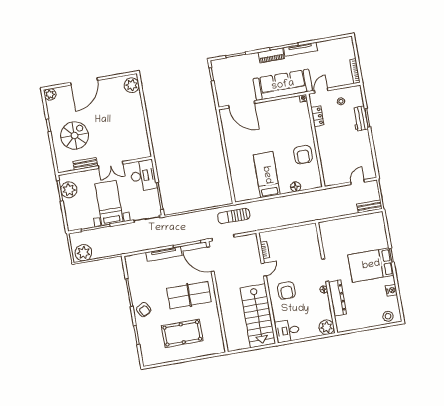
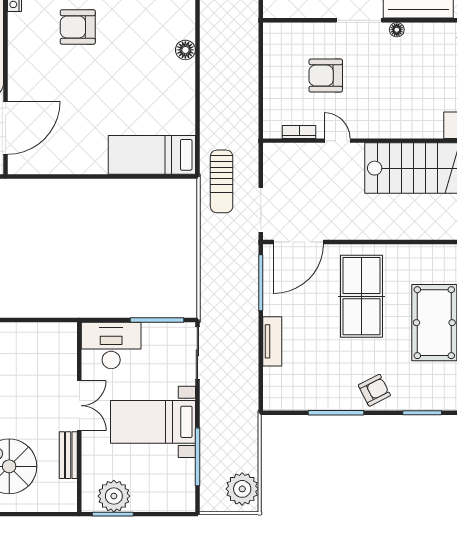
armchair: (303, 155) -> (78, 27), moved, turned 180
bed: (267, 175) -> (152, 155), moved
tv unit: (164, 254) -> (272, 341), width x0.71
armchair: (286, 290) -> (326, 76), moved, turned 180

